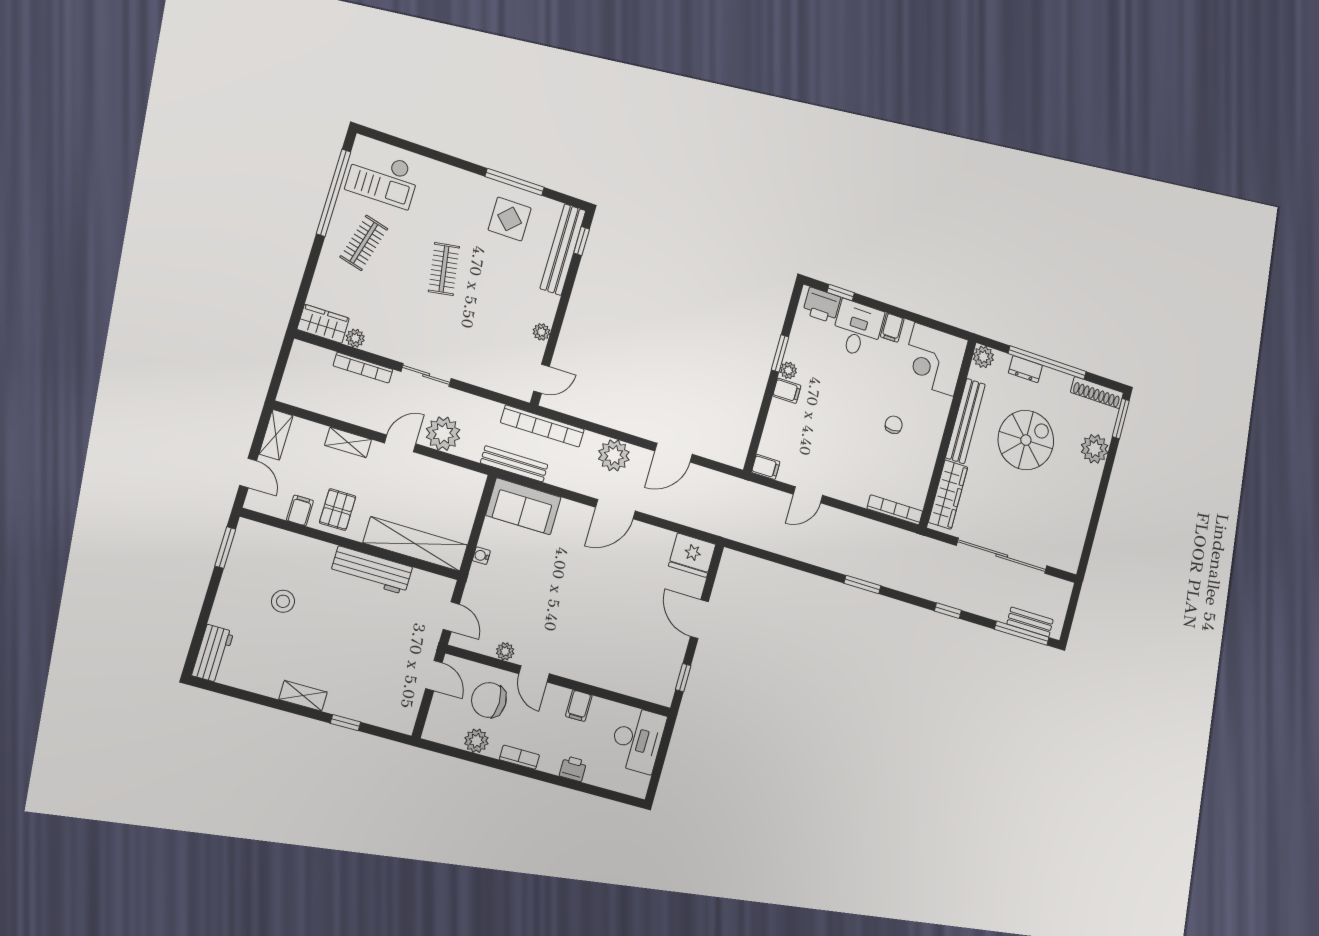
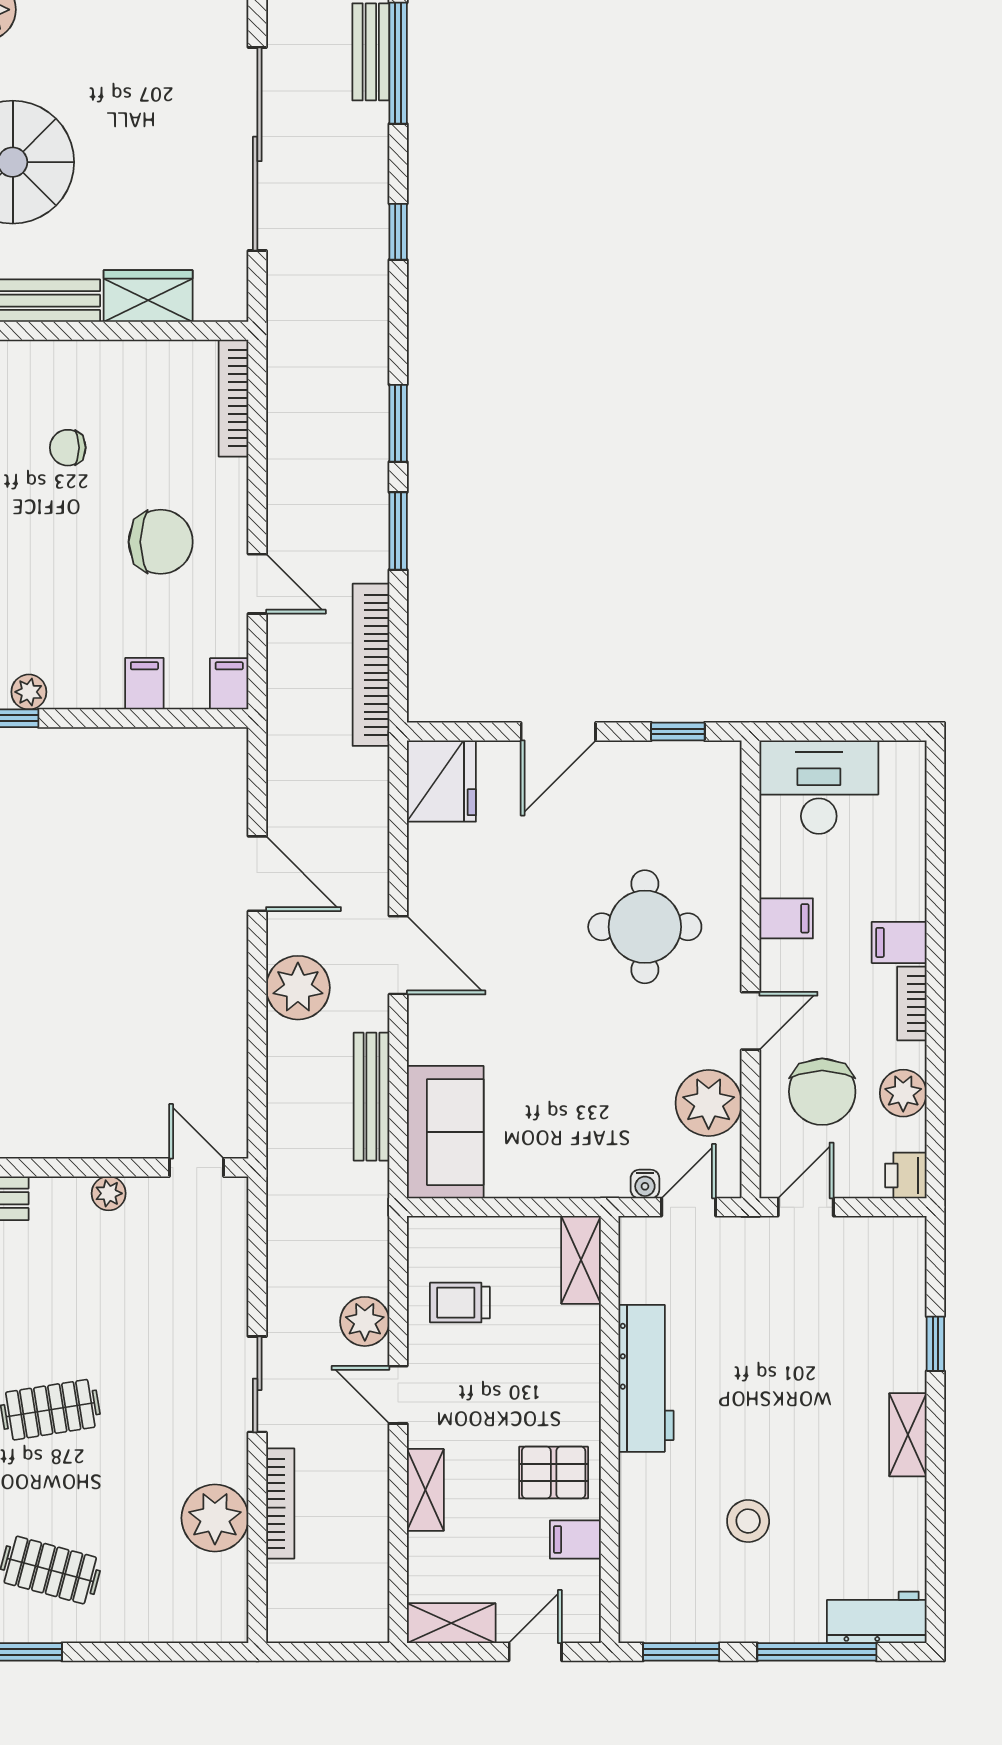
wardrobe: (323, 324) -> (223, 1599), removed
plant: (355, 338) -> (215, 1518), width x1.88, depth x1.88
filing cabinet: (787, 391) -> (144, 684), moved
bookcase: (542, 426) -> (371, 665), moved, turned 180
plant: (443, 434) -> (365, 1321), width x0.73, depth x0.73
chair: (840, 455) -> (161, 542), added
bench: (514, 464) -> (371, 1097), moved
trolley: (437, 488) -> (460, 1303), added
wardrobe: (948, 495) -> (148, 296), width x0.67
shelving: (415, 544) -> (581, 1260), width x0.45, depth x0.75
water cooler: (481, 556) -> (645, 1184), moved
window: (814, 570) -> (398, 531), added
window: (204, 617) -> (817, 1652), added
round table: (595, 634) -> (645, 927), added
plant: (505, 651) -> (709, 1103), width x1.87, depth x1.87
filing cabinet: (551, 759) -> (899, 942), added
printer: (573, 769) -> (906, 1175), moved

